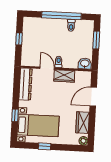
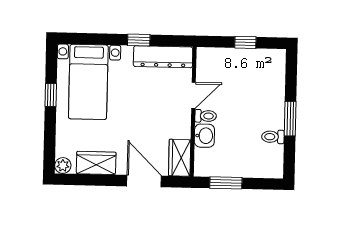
window: (61, 16) -> (290, 119), width x0.47
window: (96, 40) -> (226, 183), moved
washbasin: (85, 64) -> (204, 136), moved
wardrobe: (64, 76) -> (180, 158), moved
window: (15, 115) -> (139, 40), moved

